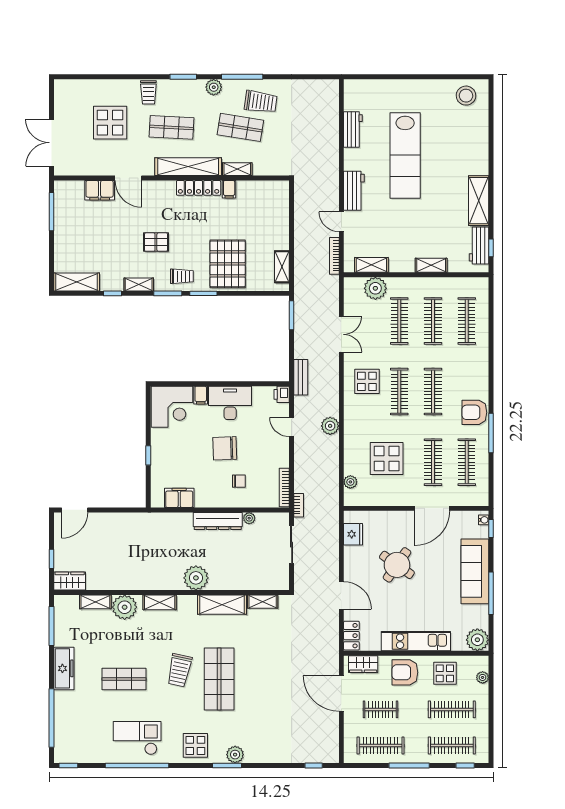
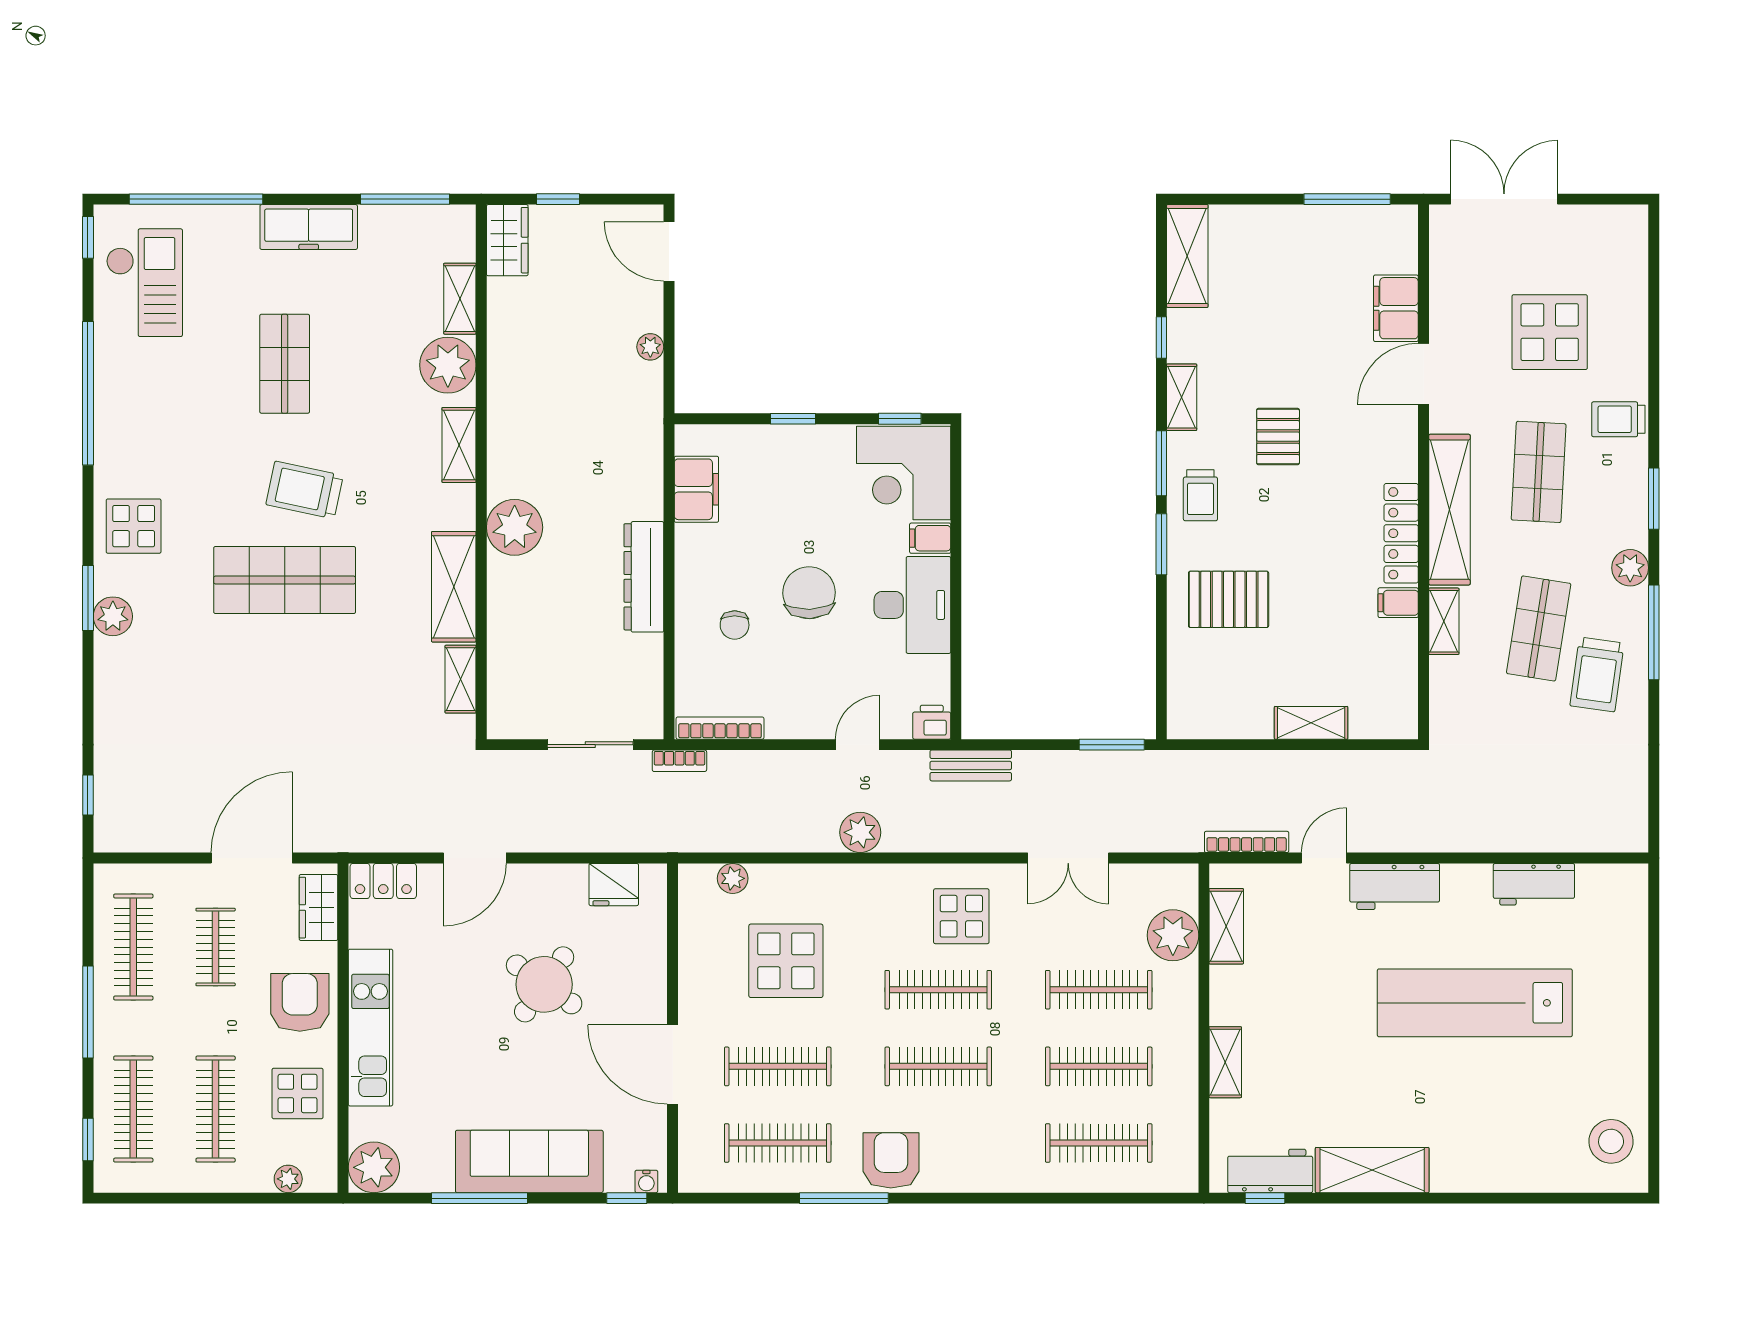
pallet: (228, 264) -> (1229, 599), width x0.73, depth x0.71
shelving: (282, 267) -> (1311, 723), moved
window: (148, 408) -> (900, 419), added
plant: (249, 518) -> (650, 347), moved
checkout: (137, 738) -> (144, 283), moved

